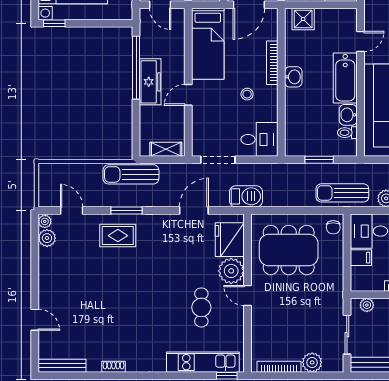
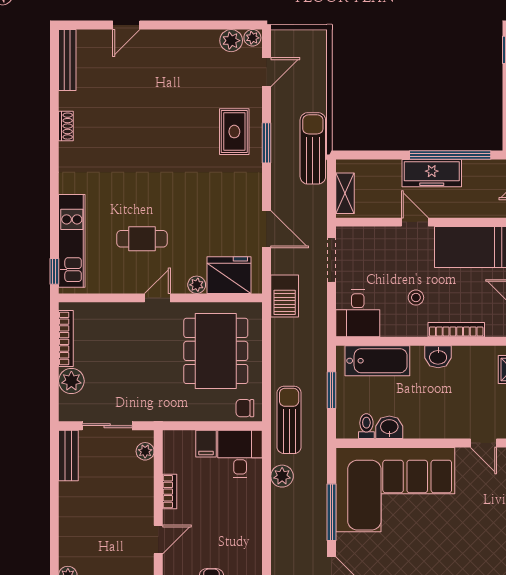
bathtub: (345, 78) -> (377, 361), moved, turned 180
plant: (231, 271) -> (197, 285), width x0.53, depth x0.53

